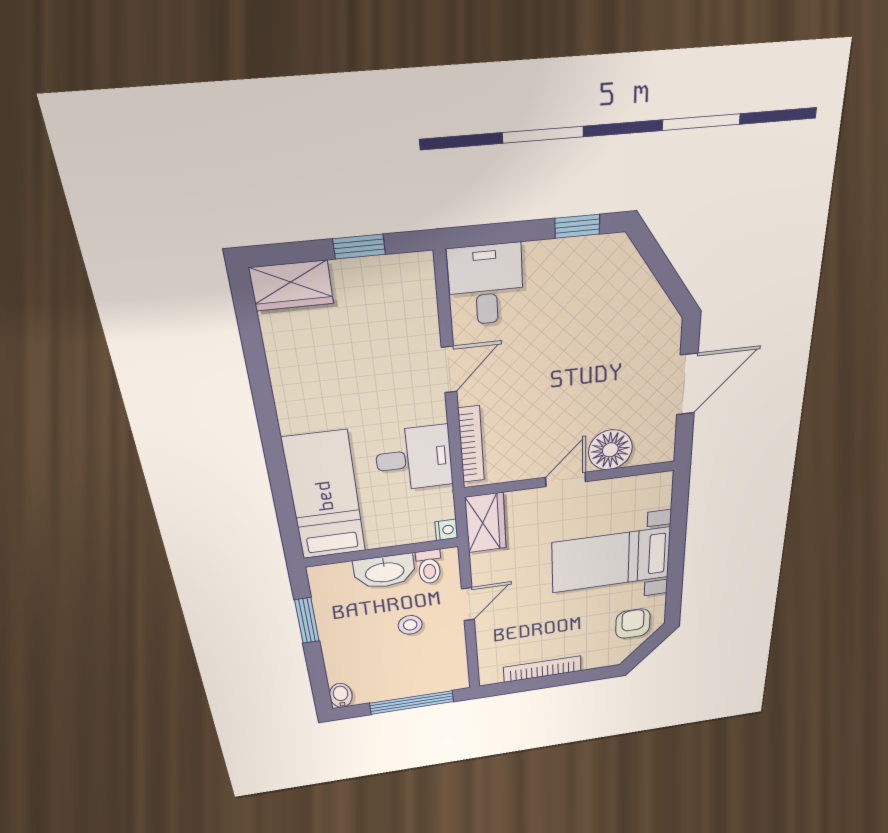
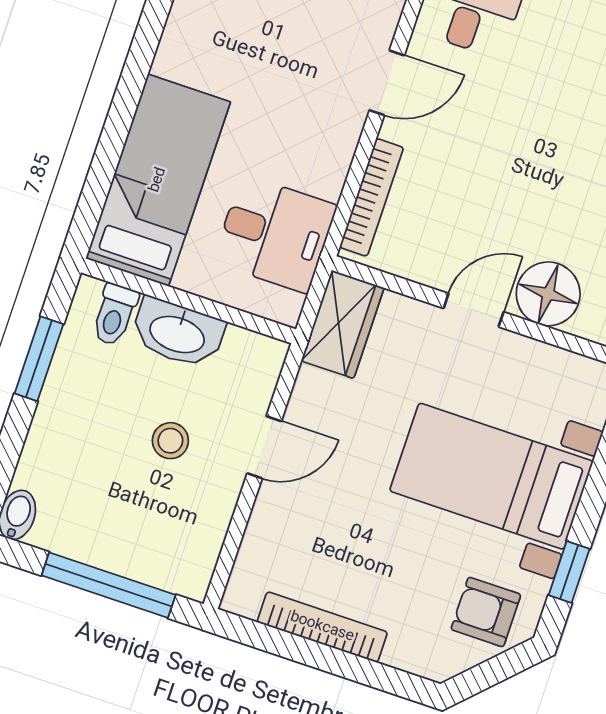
desk: (414, 459) -> (275, 234), moved
nightstand: (446, 530) -> (287, 309), removed
toilet: (429, 567) -> (115, 315), moved
window: (674, 585) -> (569, 572), added
armchair: (633, 624) -> (486, 612), turned -90

